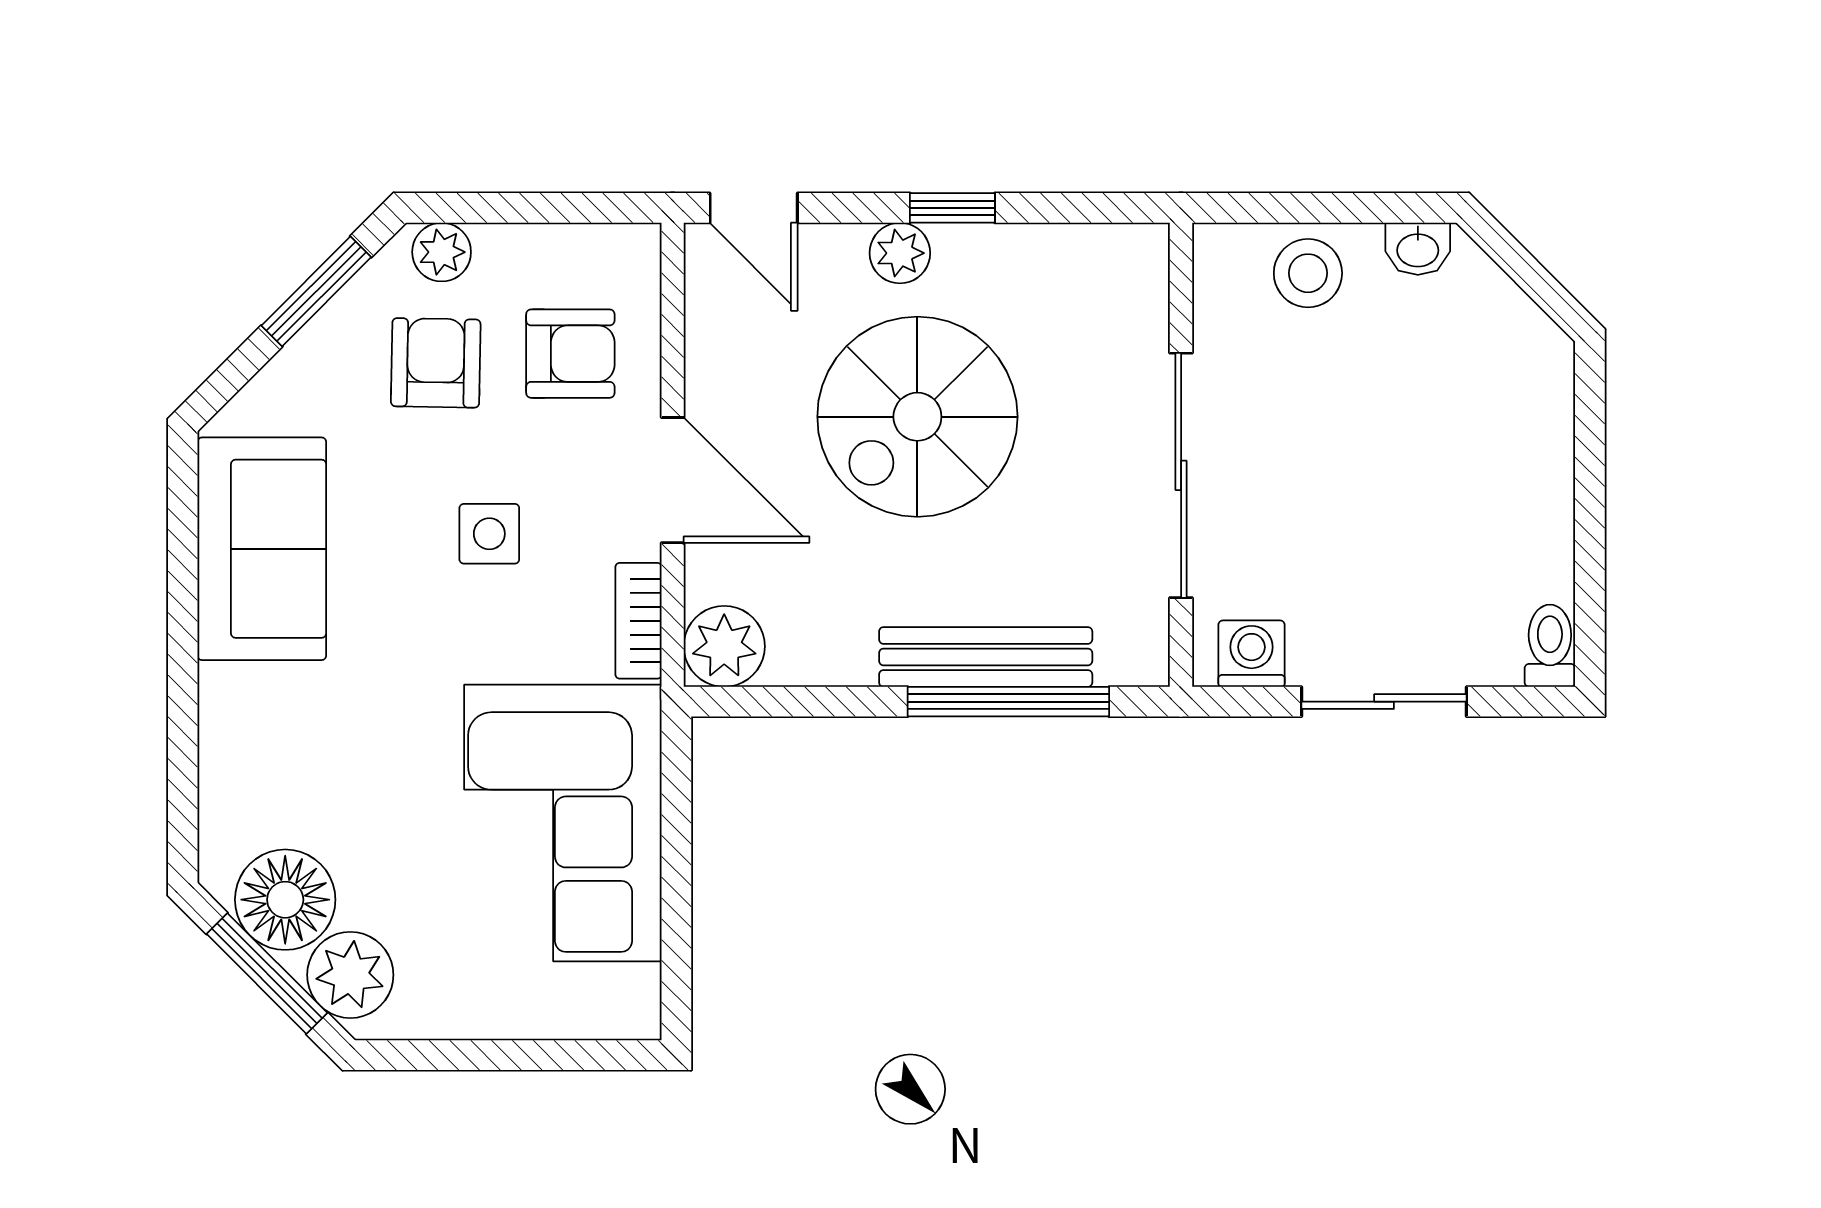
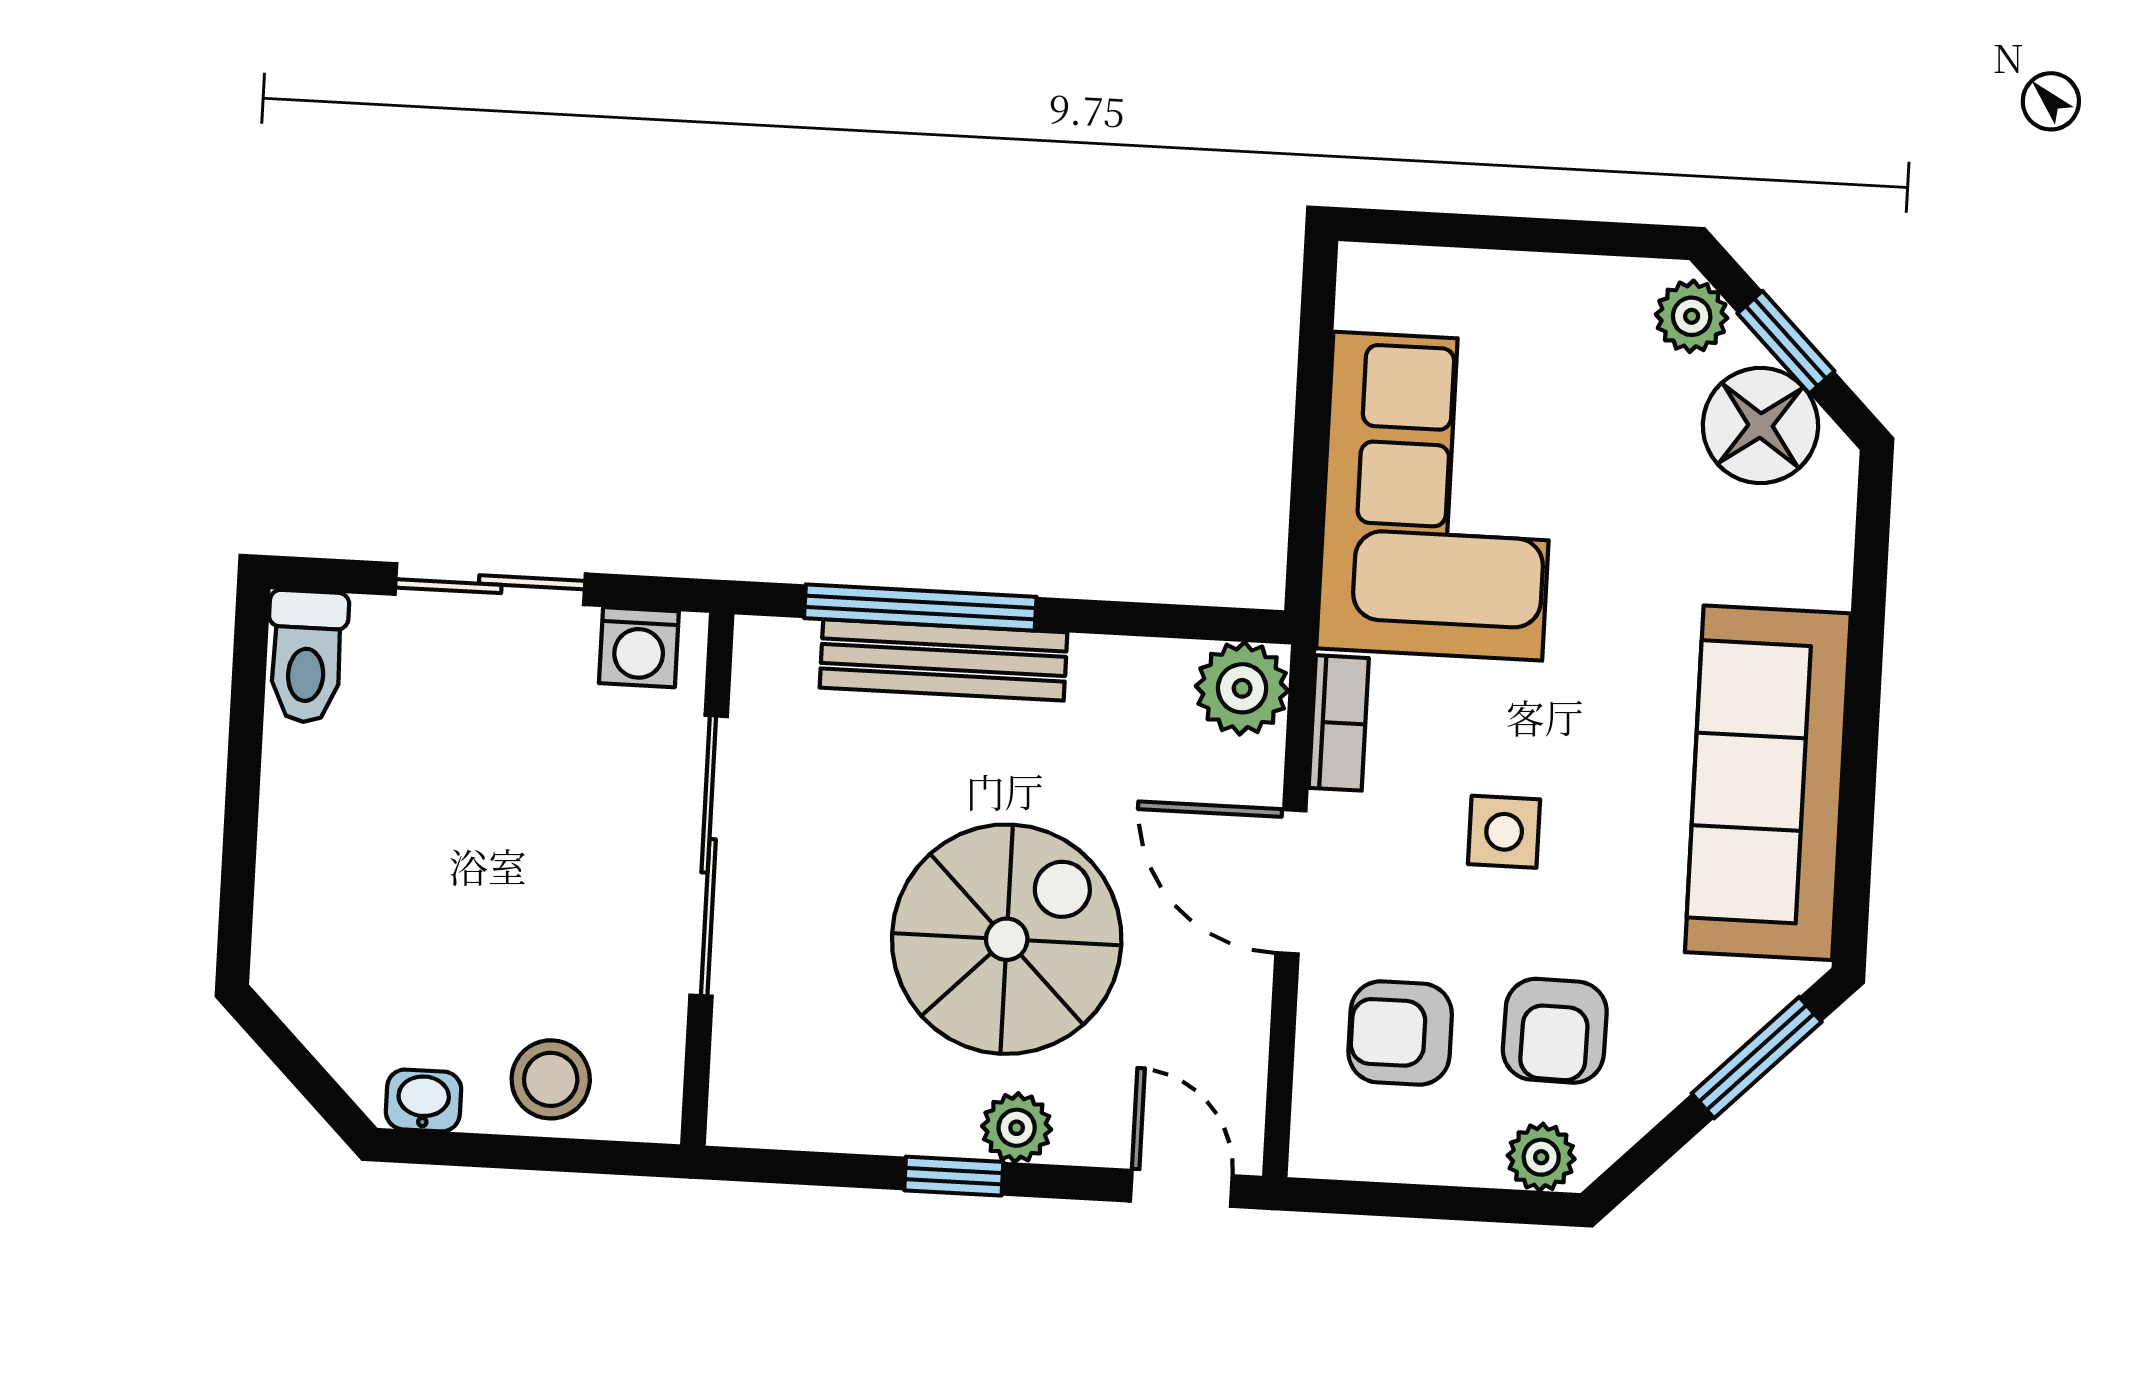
window: (316, 291) -> (1757, 1058), moved
sofa: (262, 549) -> (1768, 783), width x1.36
toilet: (1550, 646) -> (307, 657), width x1.37, depth x1.39
window: (267, 973) -> (1786, 342), width x0.67
plant: (350, 975) -> (1692, 316), width x0.73, depth x0.73

